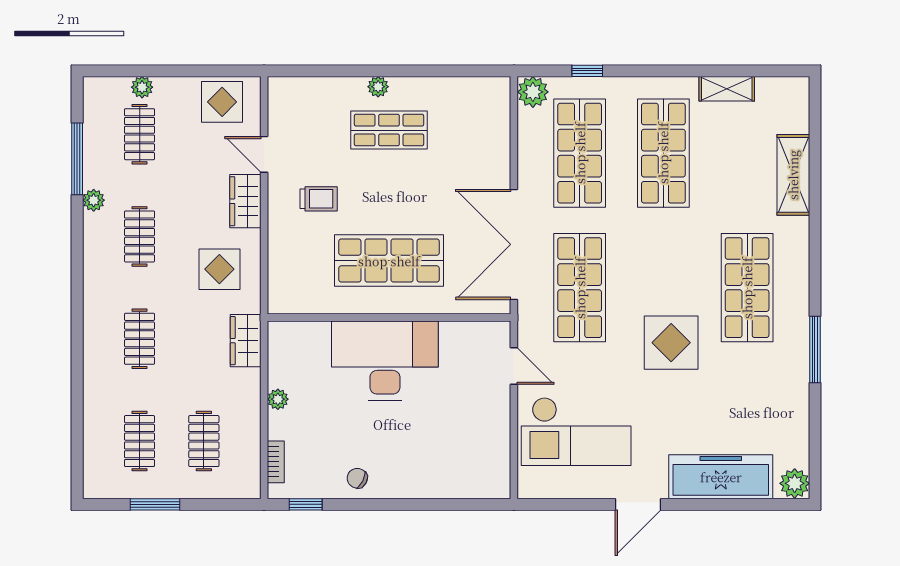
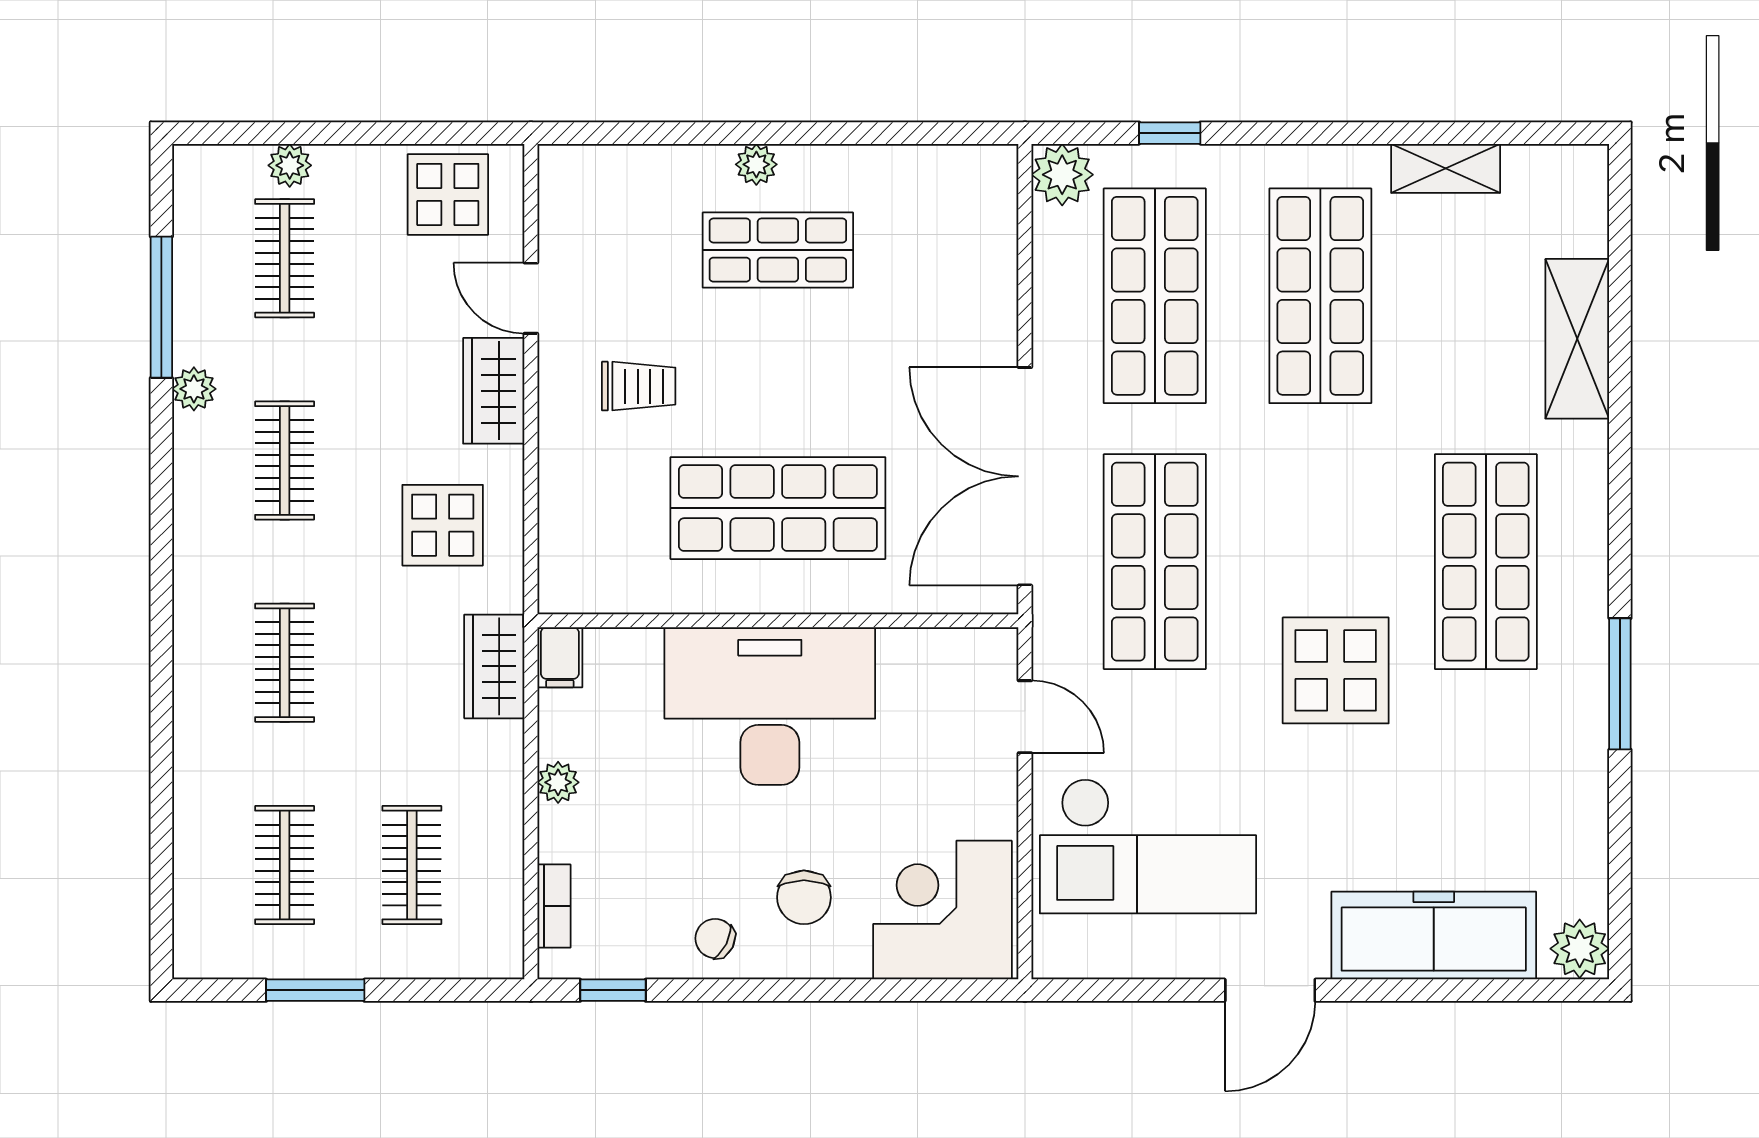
filing cabinet: (279, 336) -> (560, 657), added
chair: (402, 457) -> (804, 897), added
corner desk: (472, 464) -> (942, 910), added

